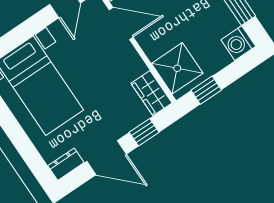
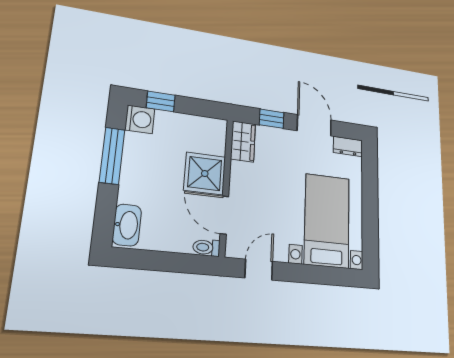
shower: (177, 68) -> (205, 174), moved
window: (206, 90) -> (161, 101), moved

